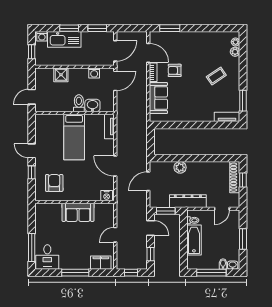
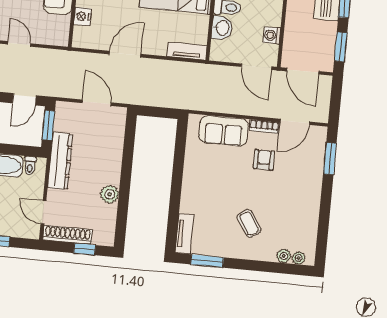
plant: (180, 167) -> (110, 194), moved
shoe rack: (235, 177) -> (68, 235), moved
nightstand: (107, 196) -> (82, 16), moved

